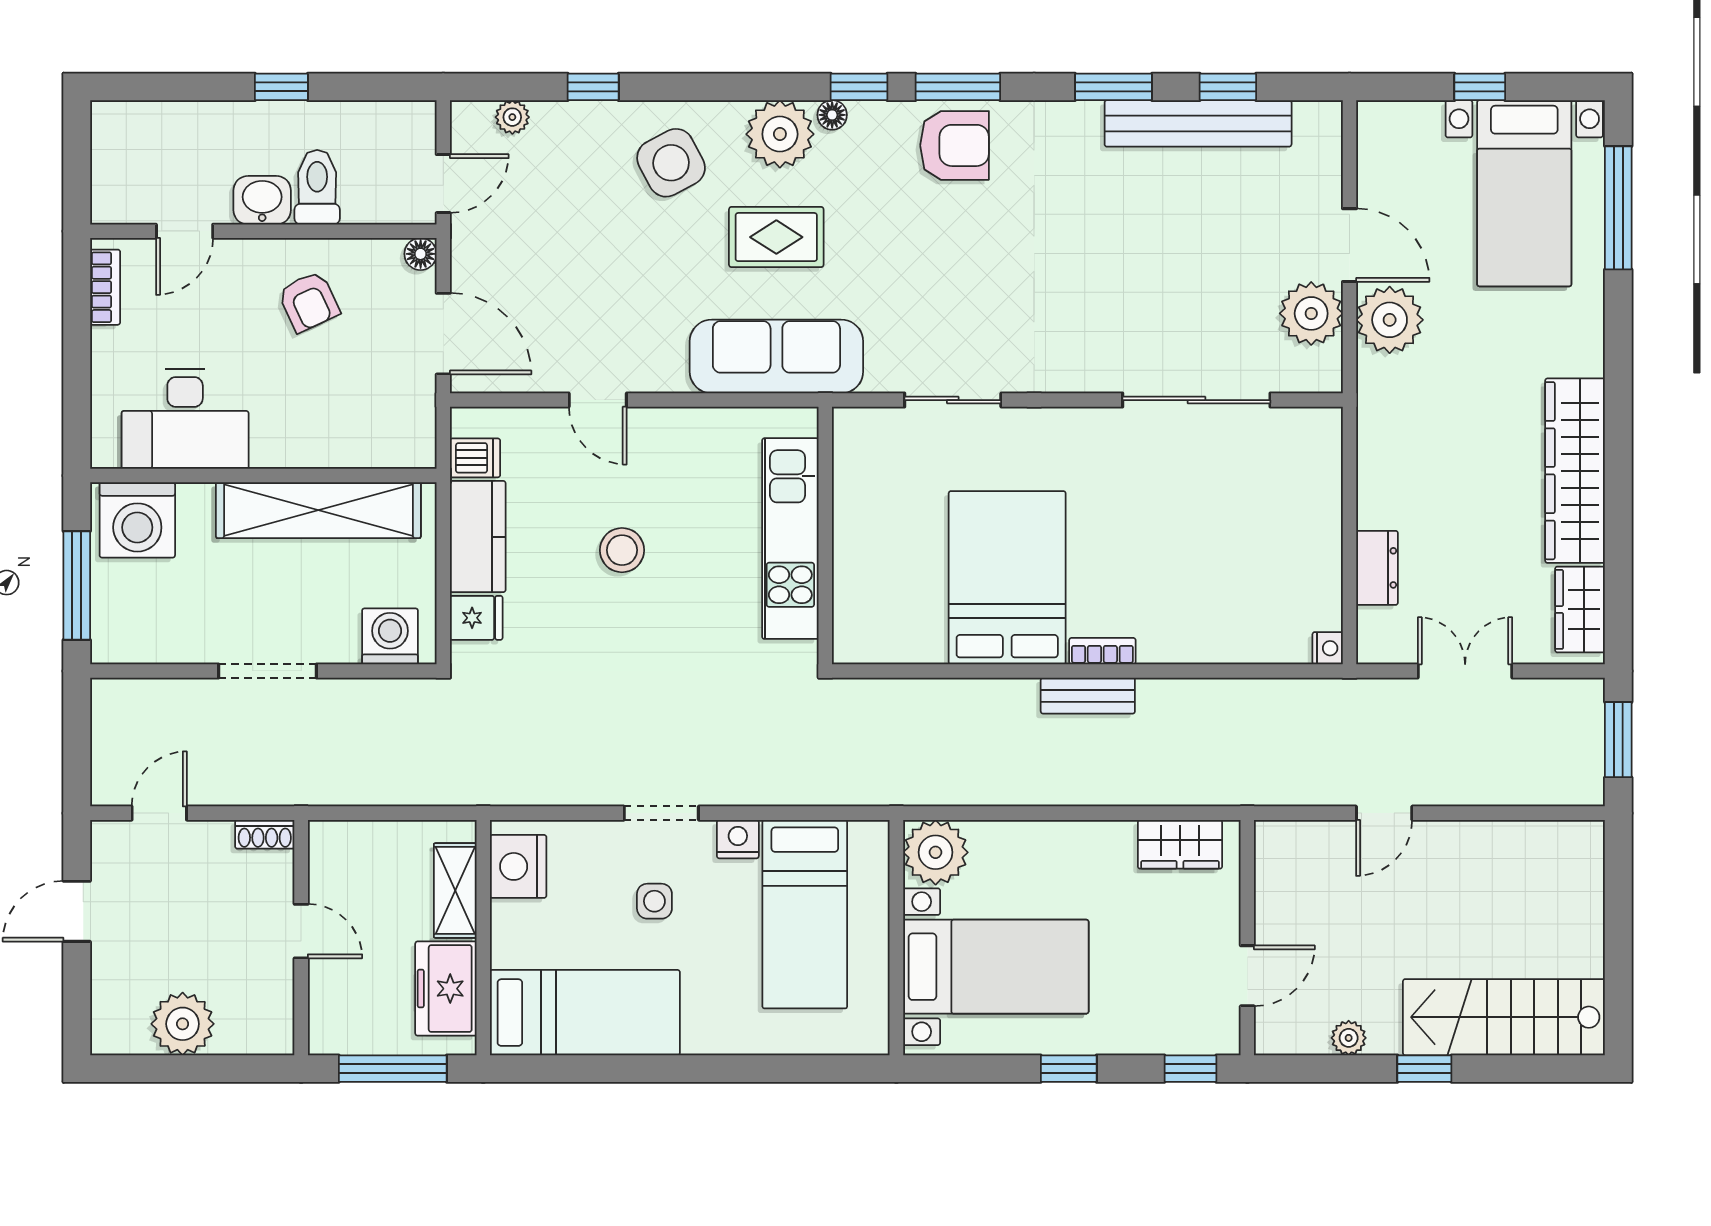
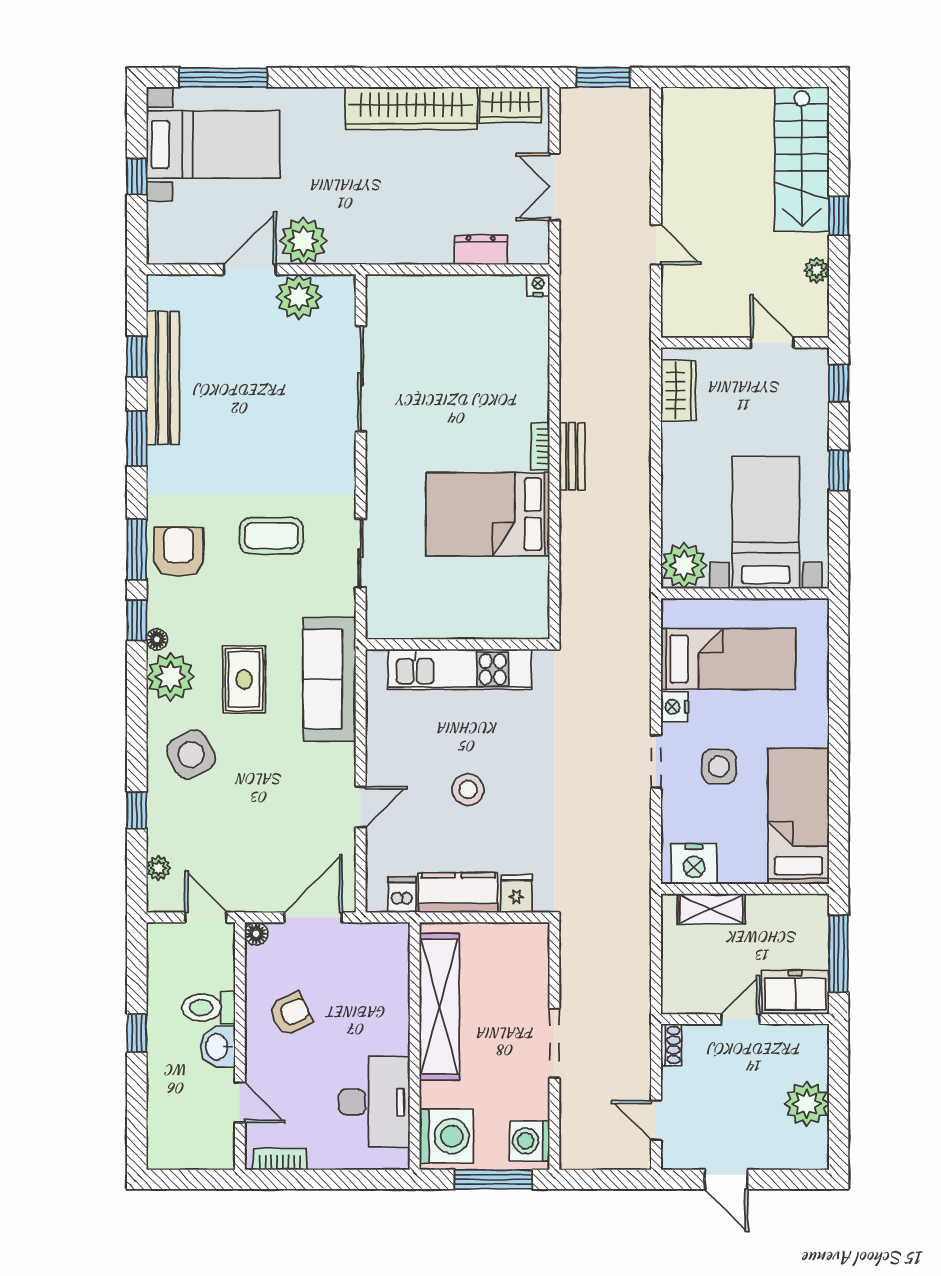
coffee table: (977, 275) -> (271, 536), added
washing machine: (390, 636) -> (530, 1141), moved
side table: (654, 901) -> (719, 766), width x1.37, depth x1.37
freezer: (446, 989) -> (795, 992), moved, turned 180

